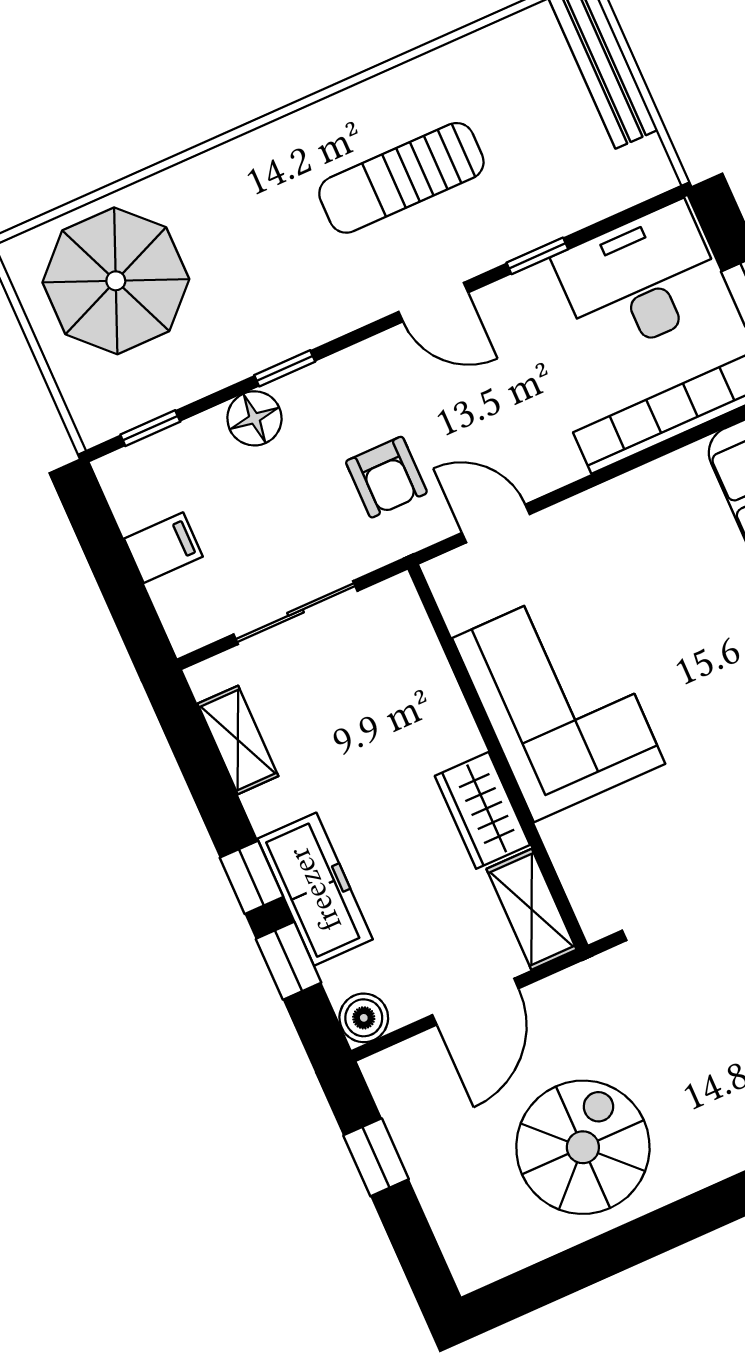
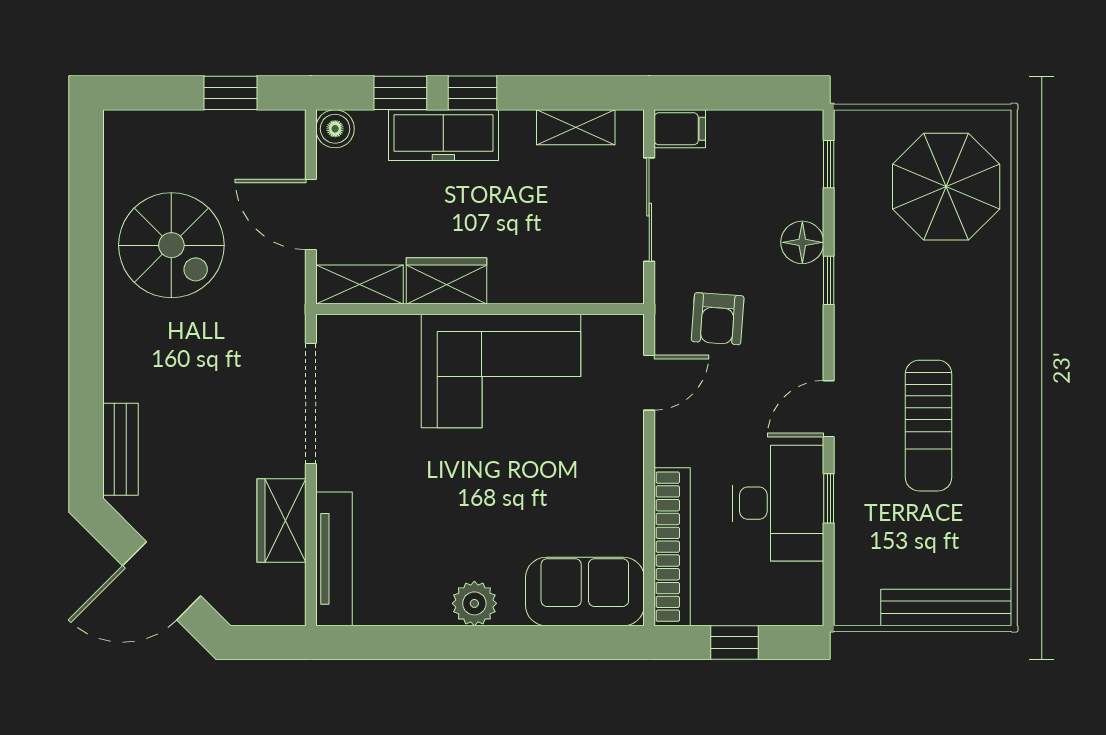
sun lounger: (401, 178) -> (929, 426), turned 180
desk: (640, 280) -> (778, 503), moved
armchair: (386, 477) -> (718, 319), turned -86
filing cabinet: (163, 548) -> (680, 129), moved, turned -90

